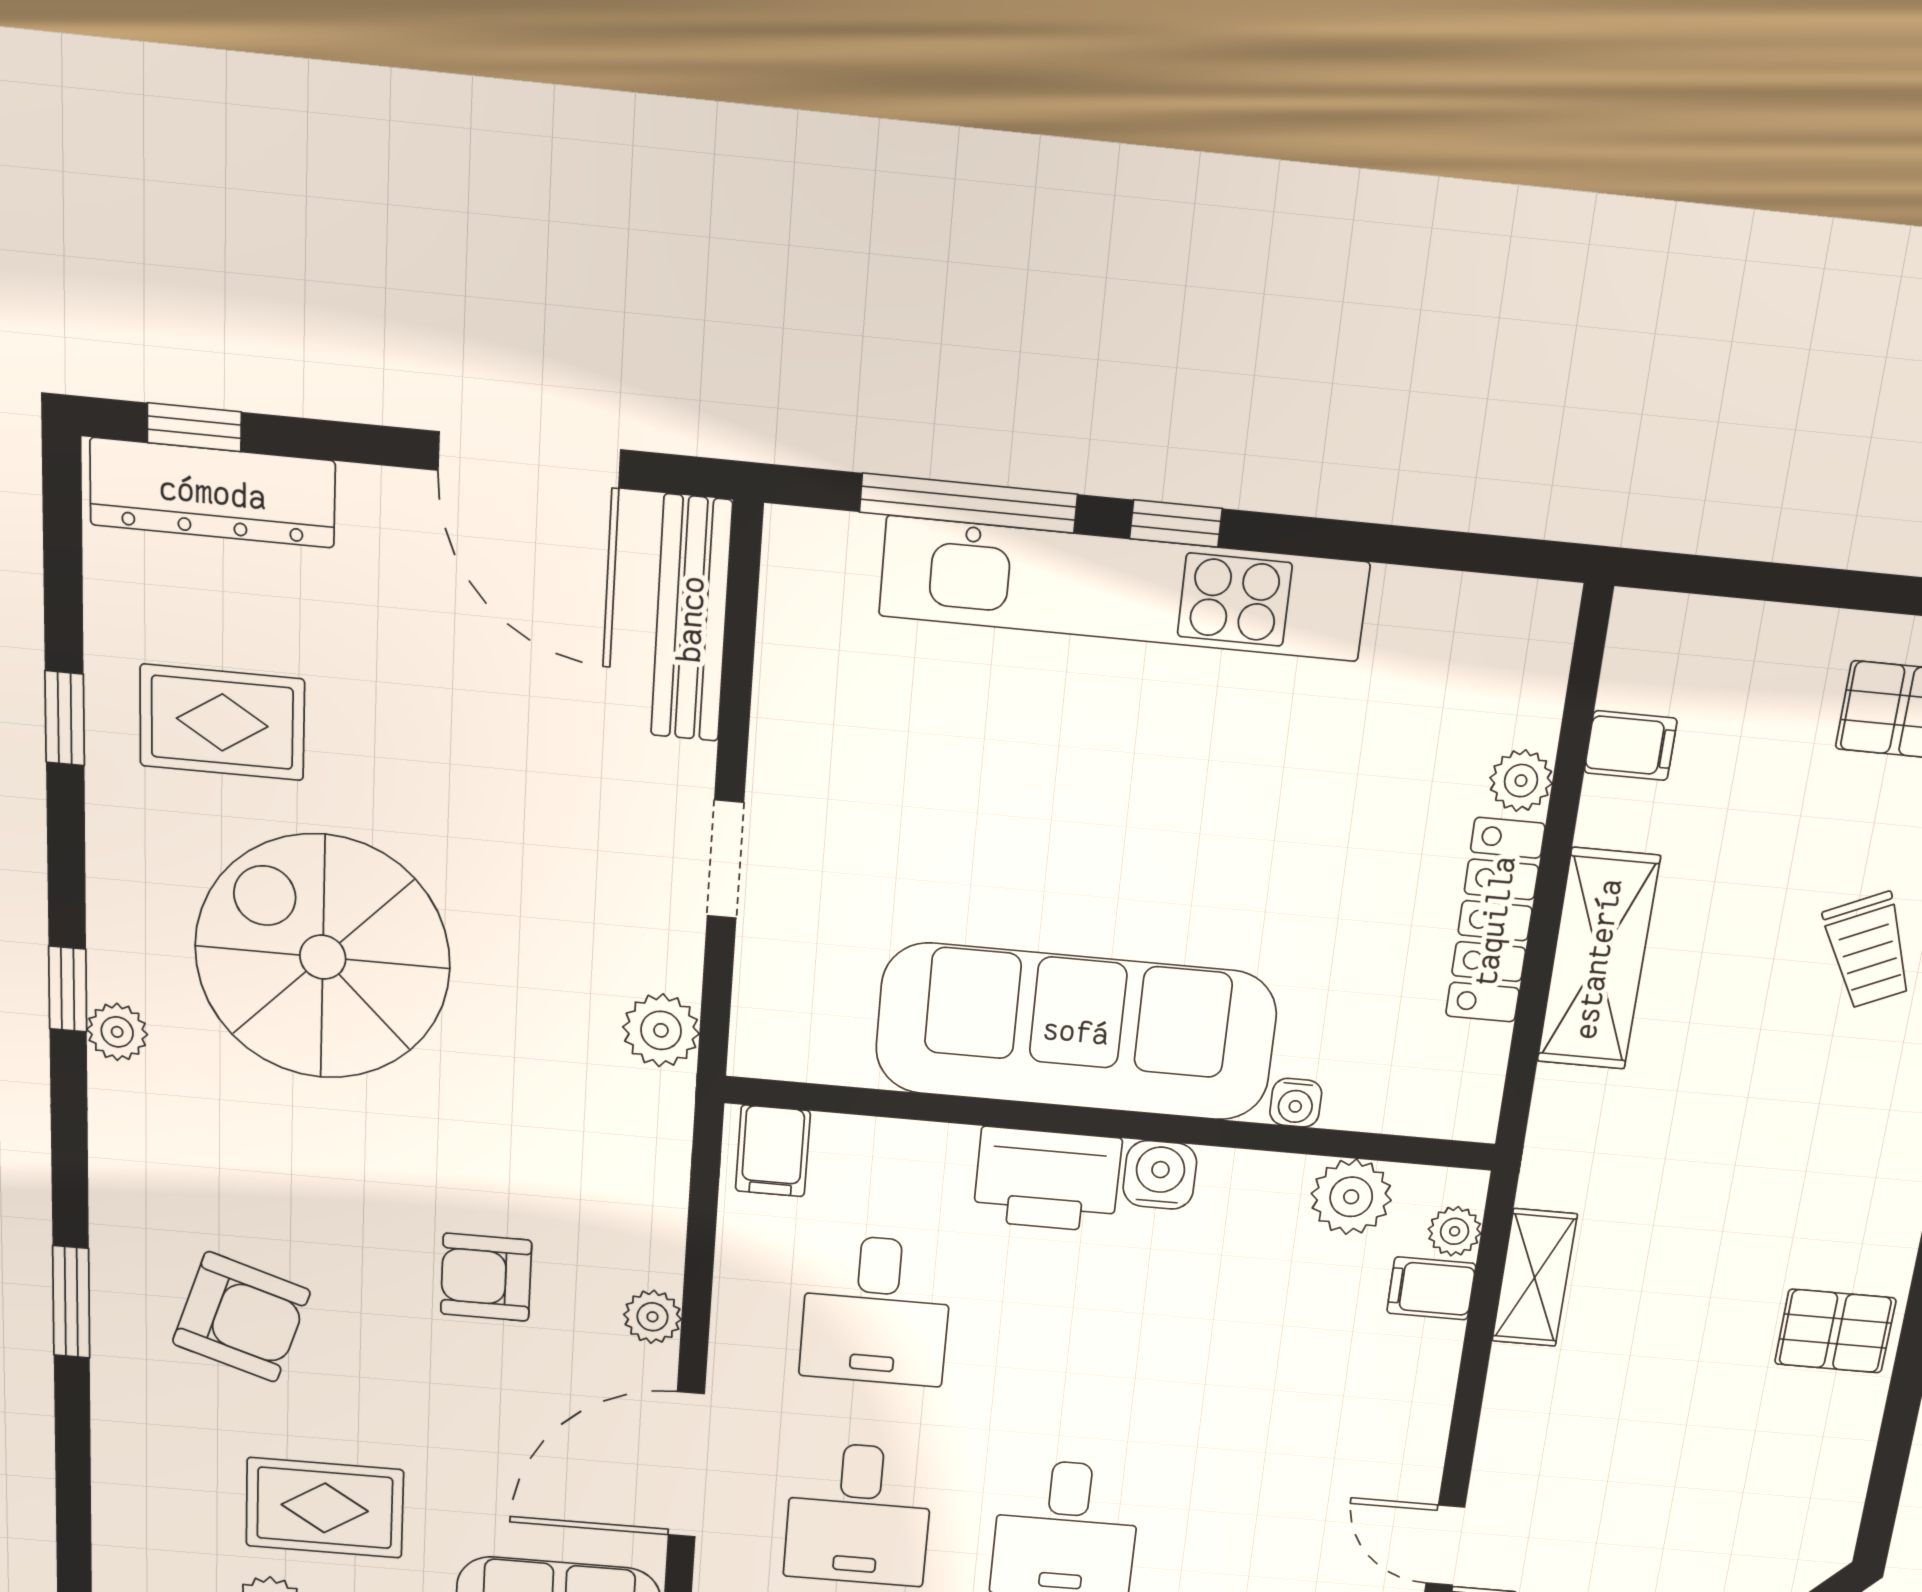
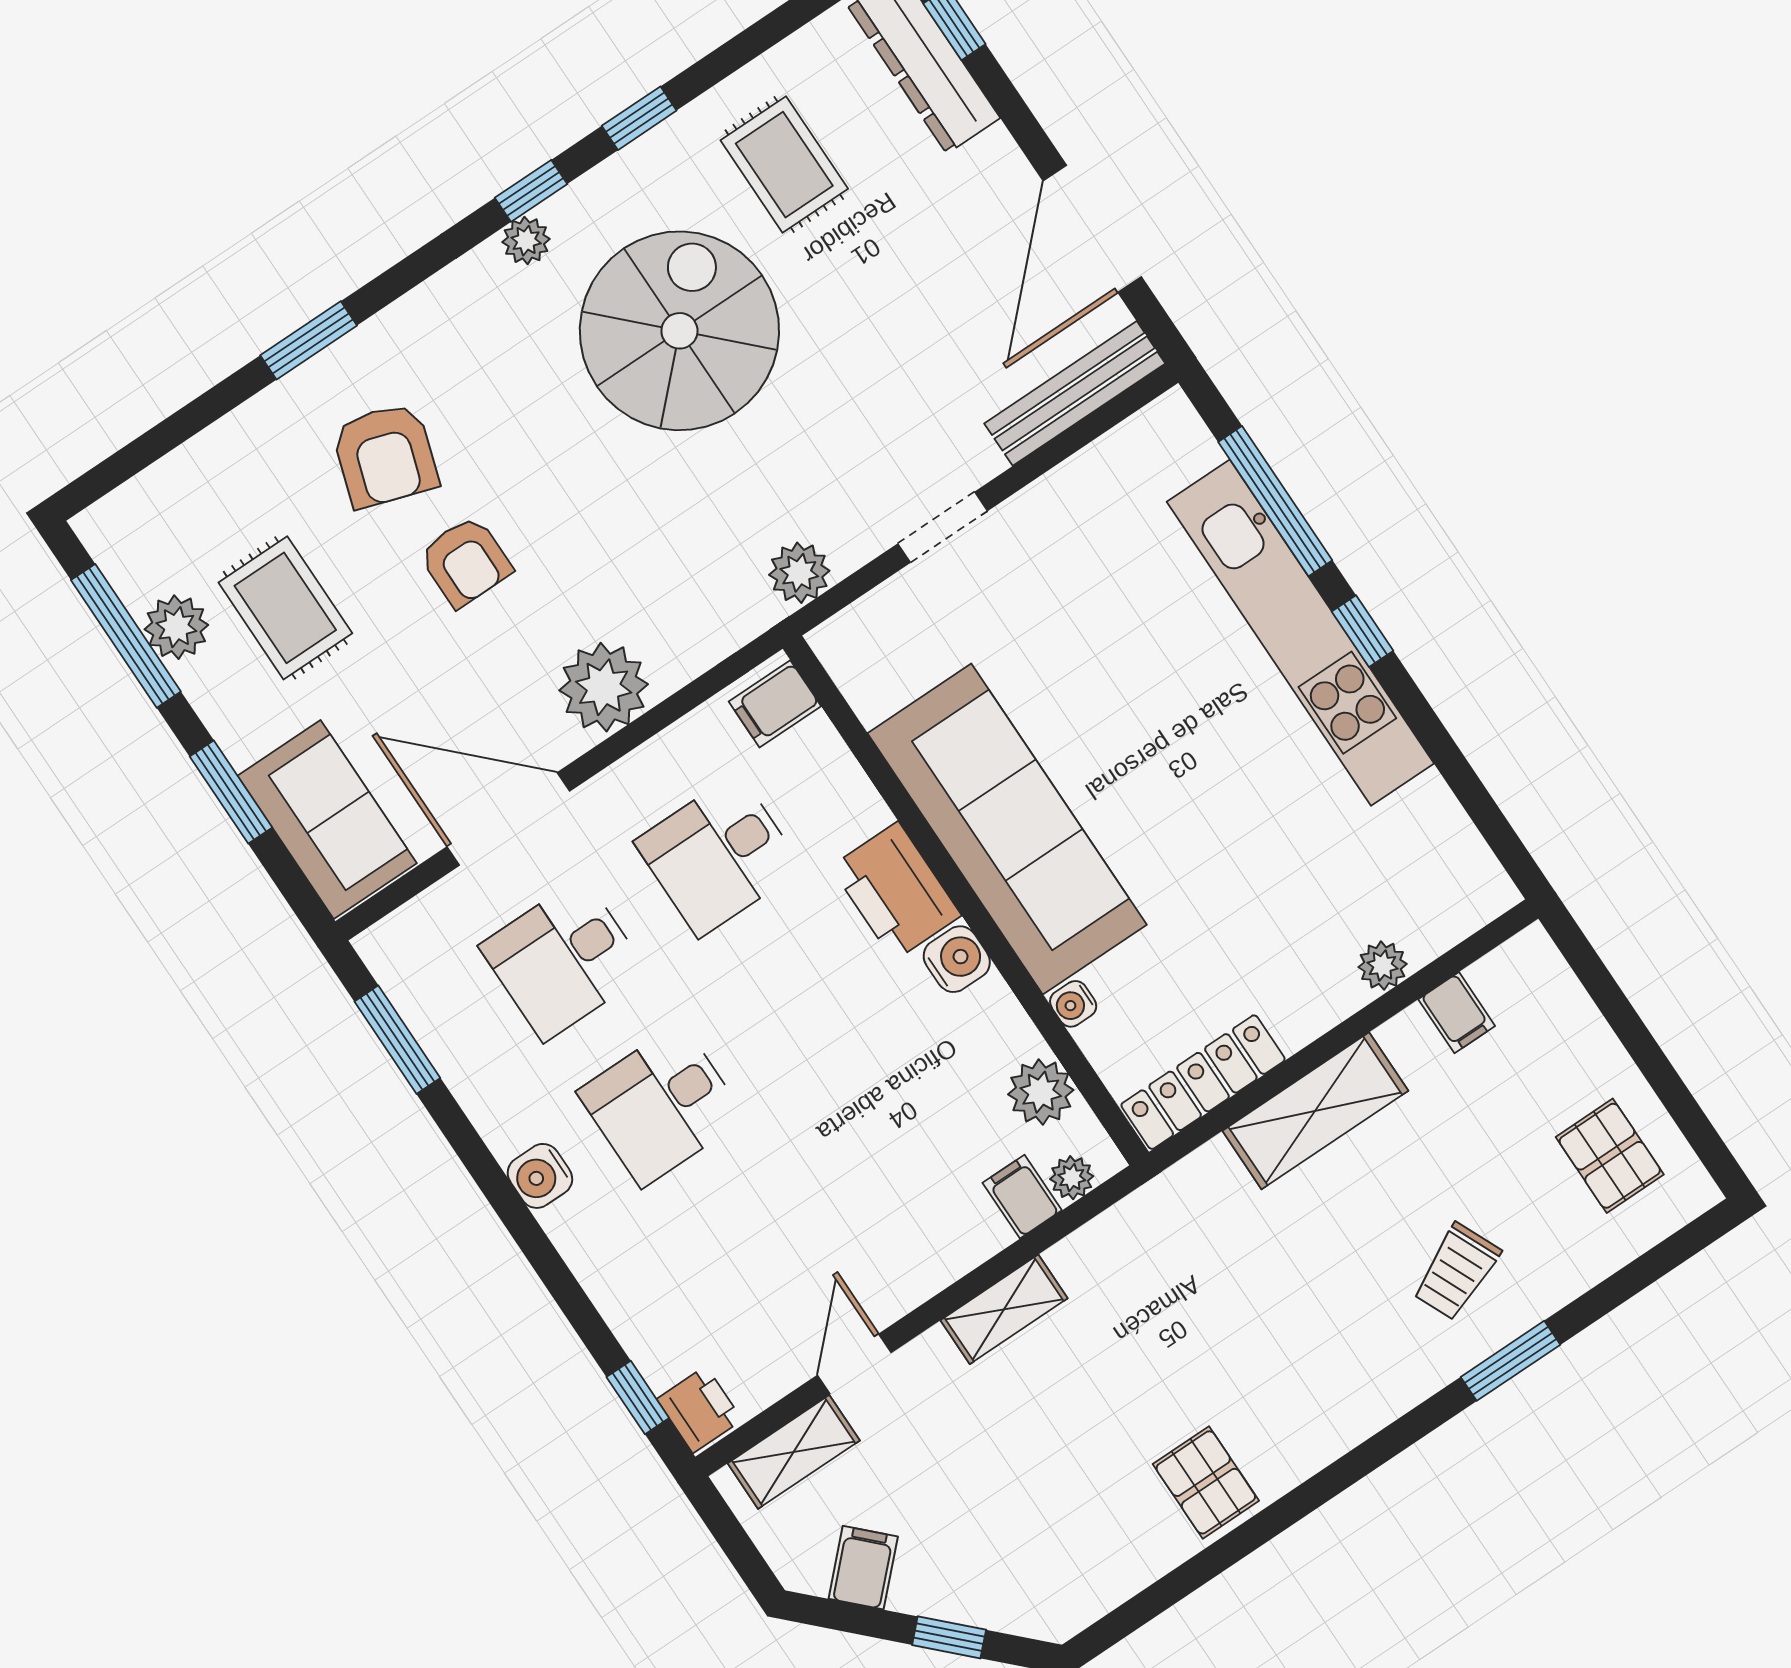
window: (65, 718) -> (639, 118), moved
locker: (1495, 921) -> (1203, 1082), moved
armchair: (486, 1277) -> (466, 561), moved, turned 180
shelving: (1535, 1278) -> (1004, 1309), moved
plant: (653, 1317) -> (604, 687), width x1.87, depth x1.87

